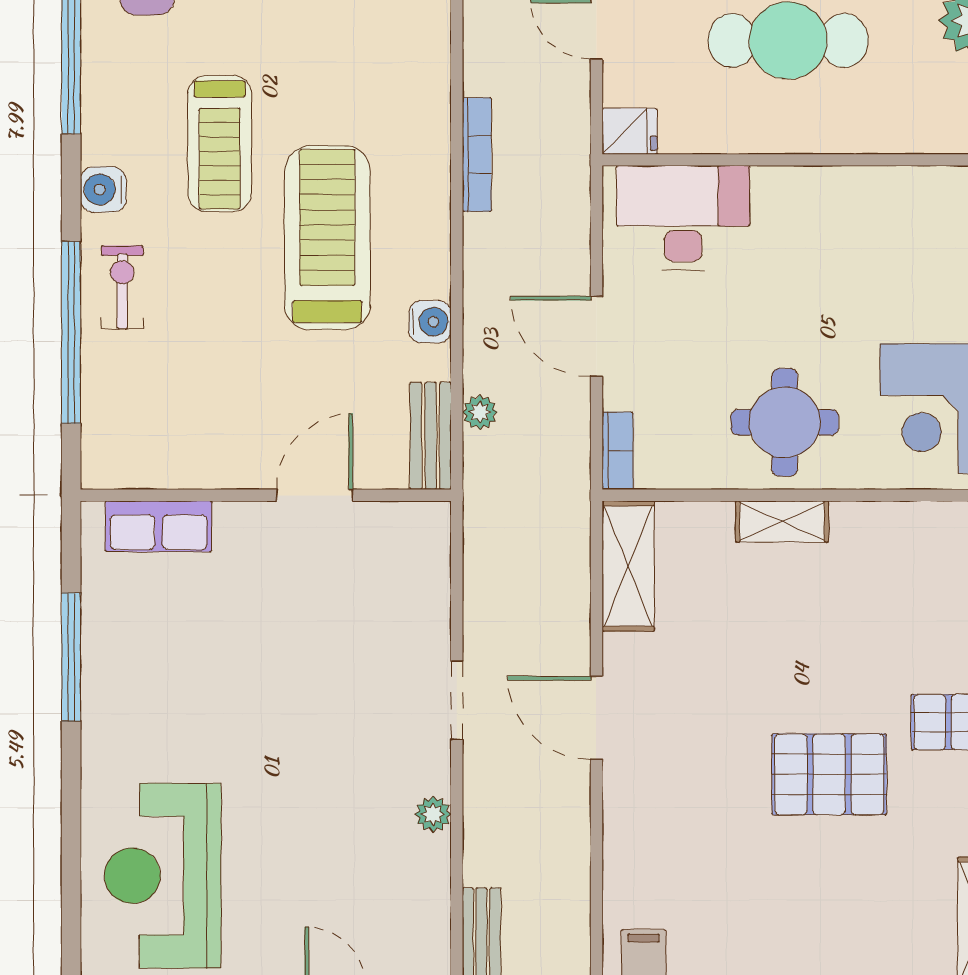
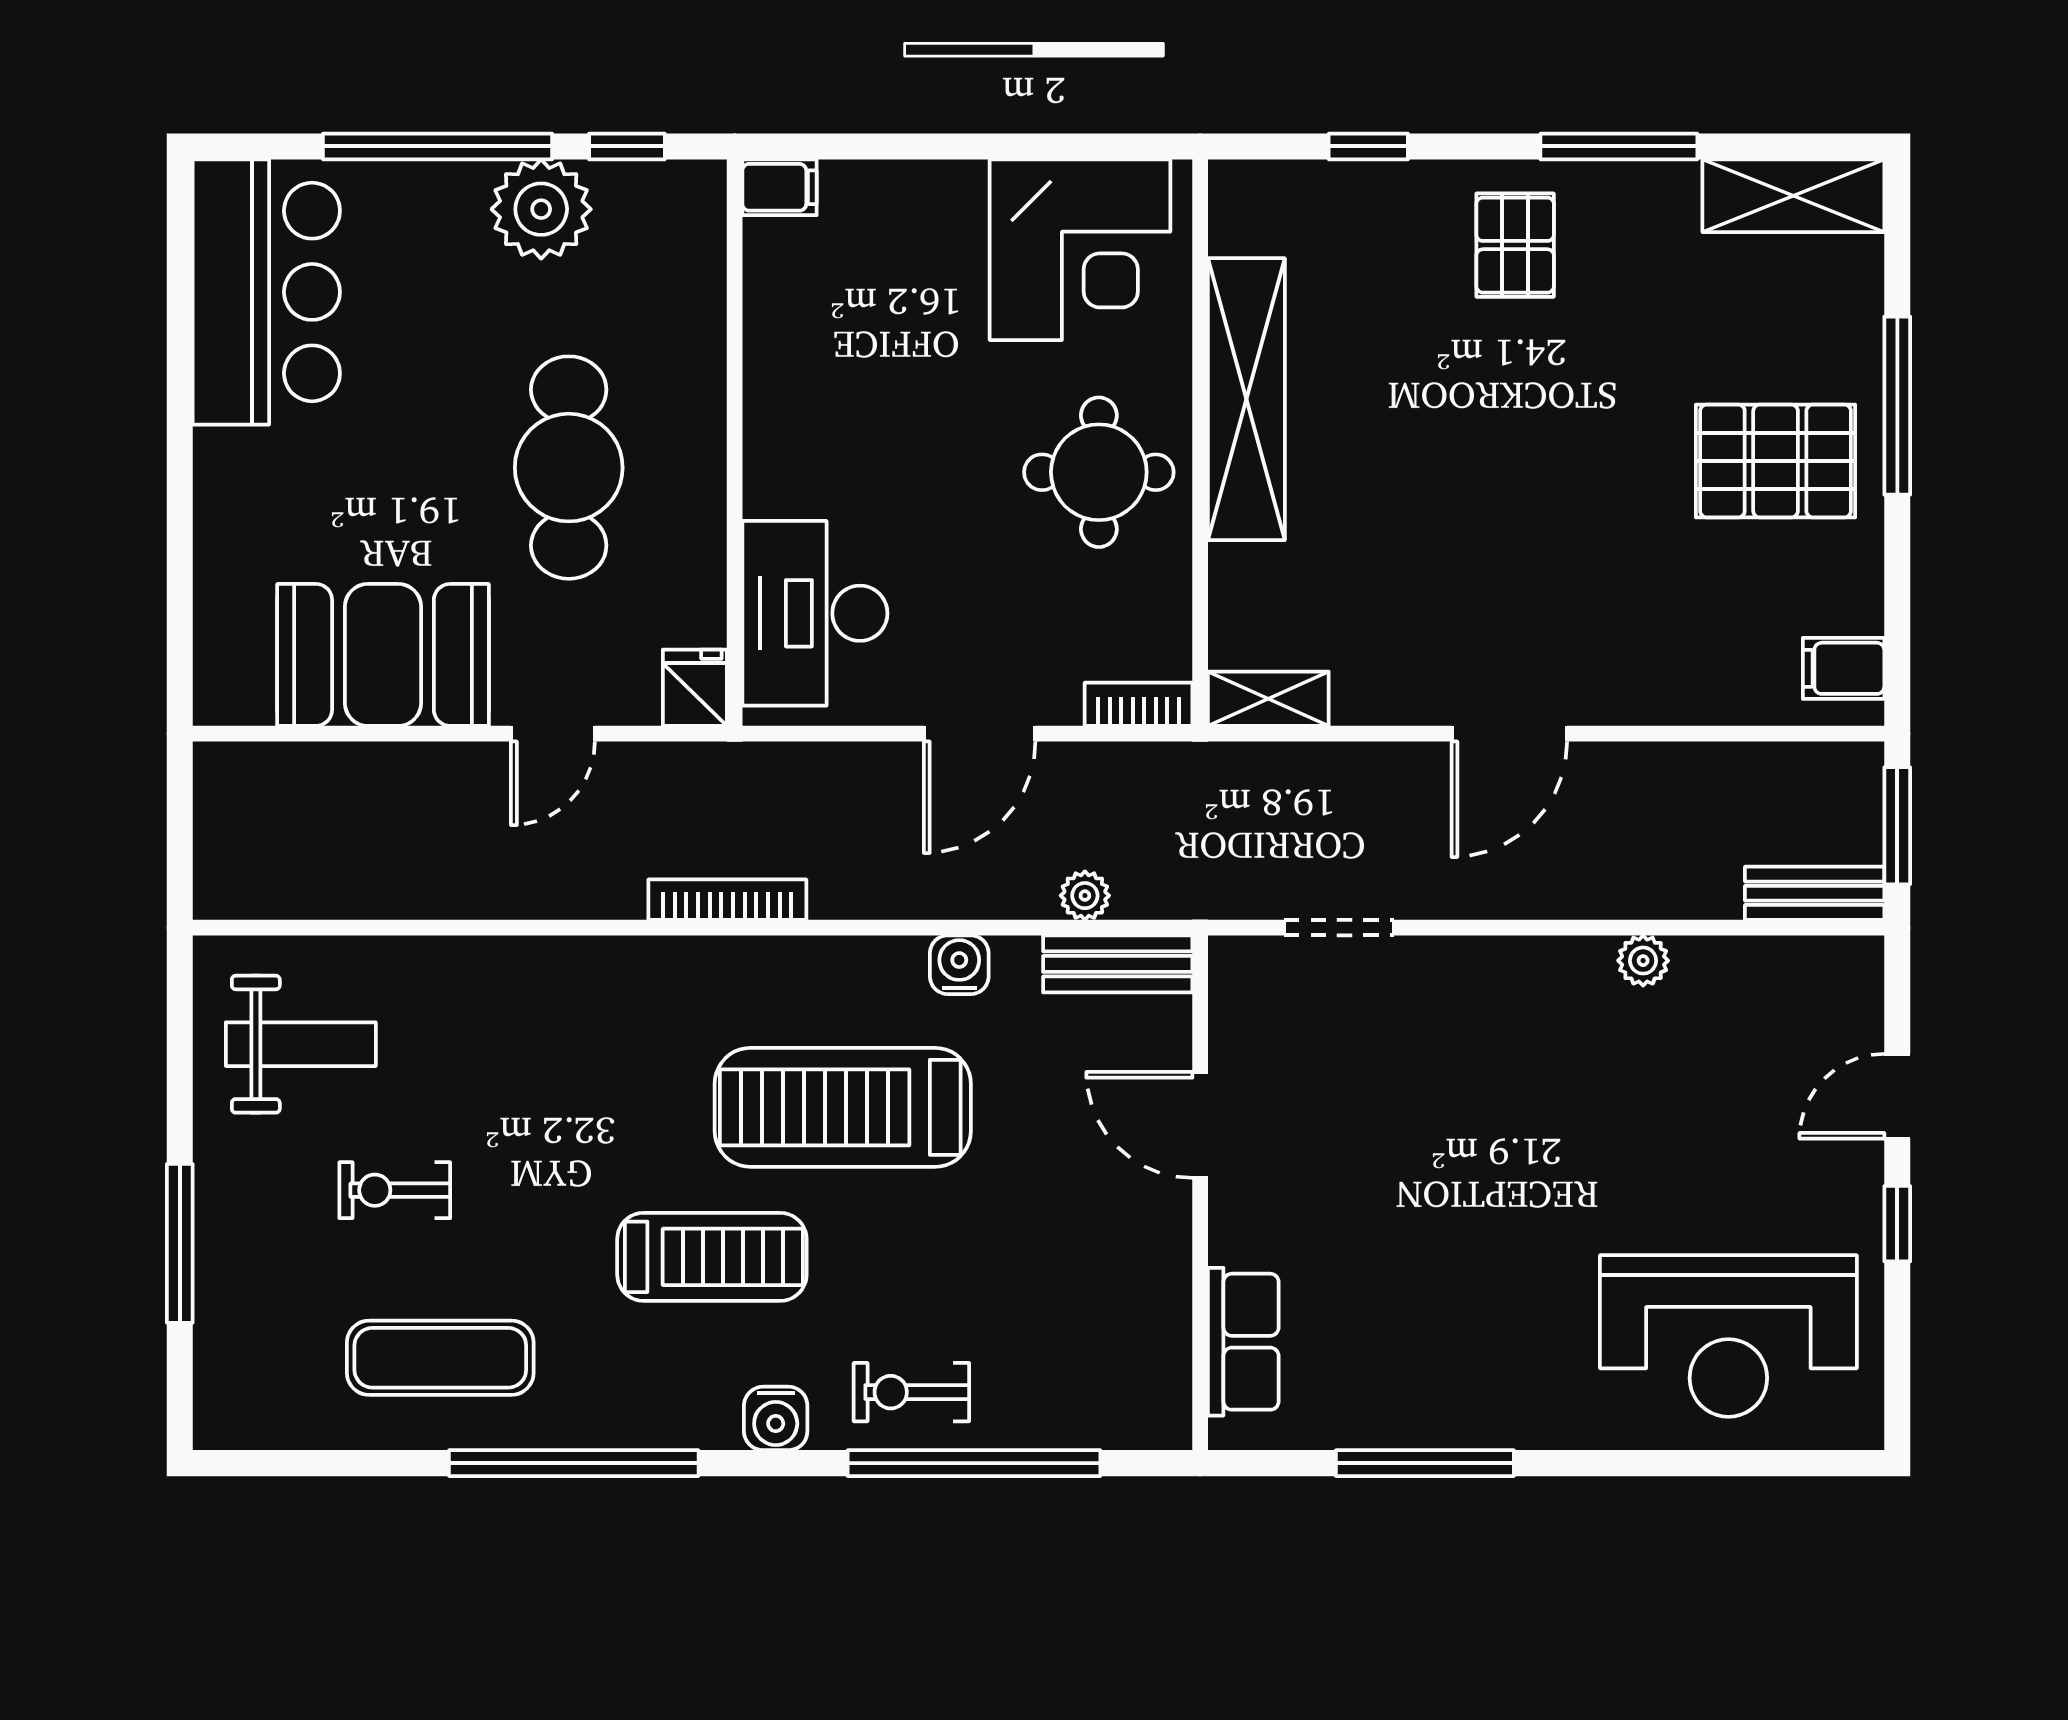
shelving: (782, 522) -> (1246, 399), width x2.20, depth x1.33
shelving: (628, 566) -> (1268, 699), width x0.67, depth x0.75
doorway: (457, 700) -> (1339, 928), moved
pallet: (829, 774) -> (1776, 461), moved, turned 90

